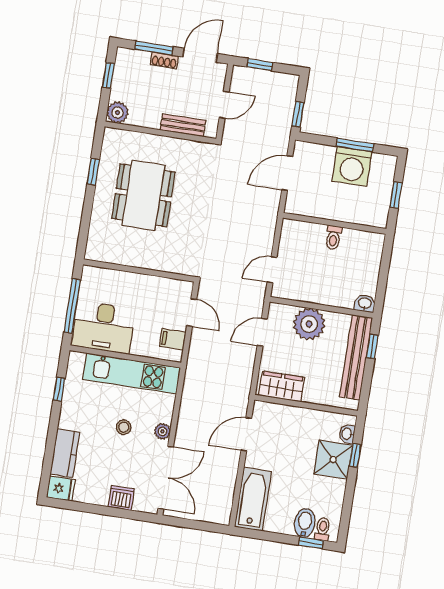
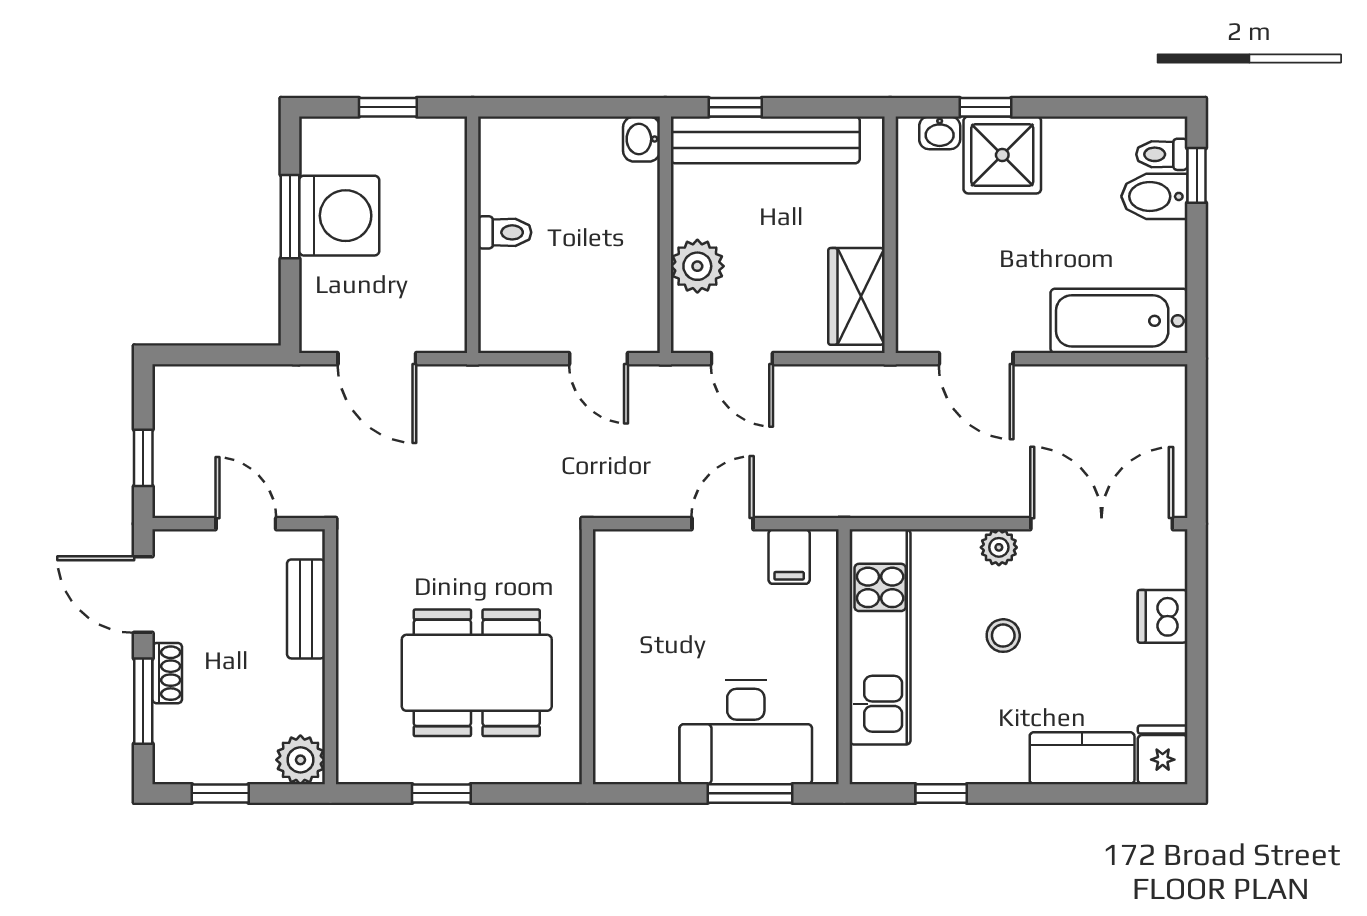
window: (298, 114) -> (241, 355), removed
wall: (139, 271) -> (587, 657), moved
window: (72, 306) -> (750, 793), width x0.69
plant: (309, 324) -> (697, 266), width x0.73, depth x0.73
desk: (104, 327) -> (746, 732), moved, turned 90

